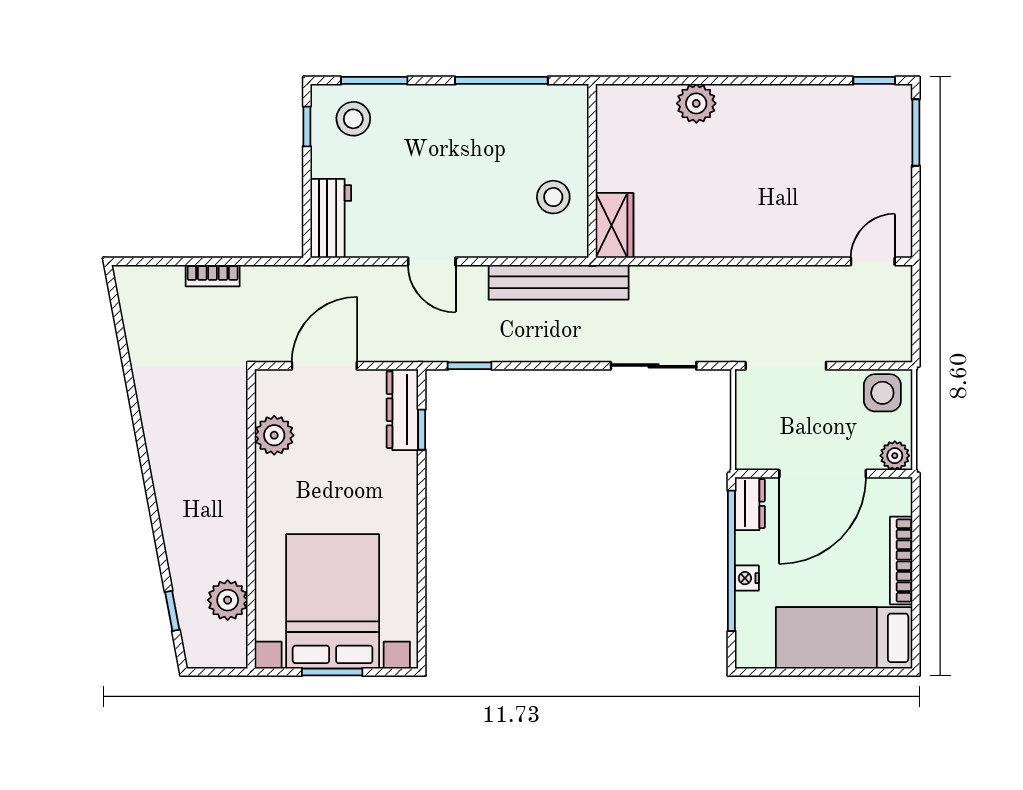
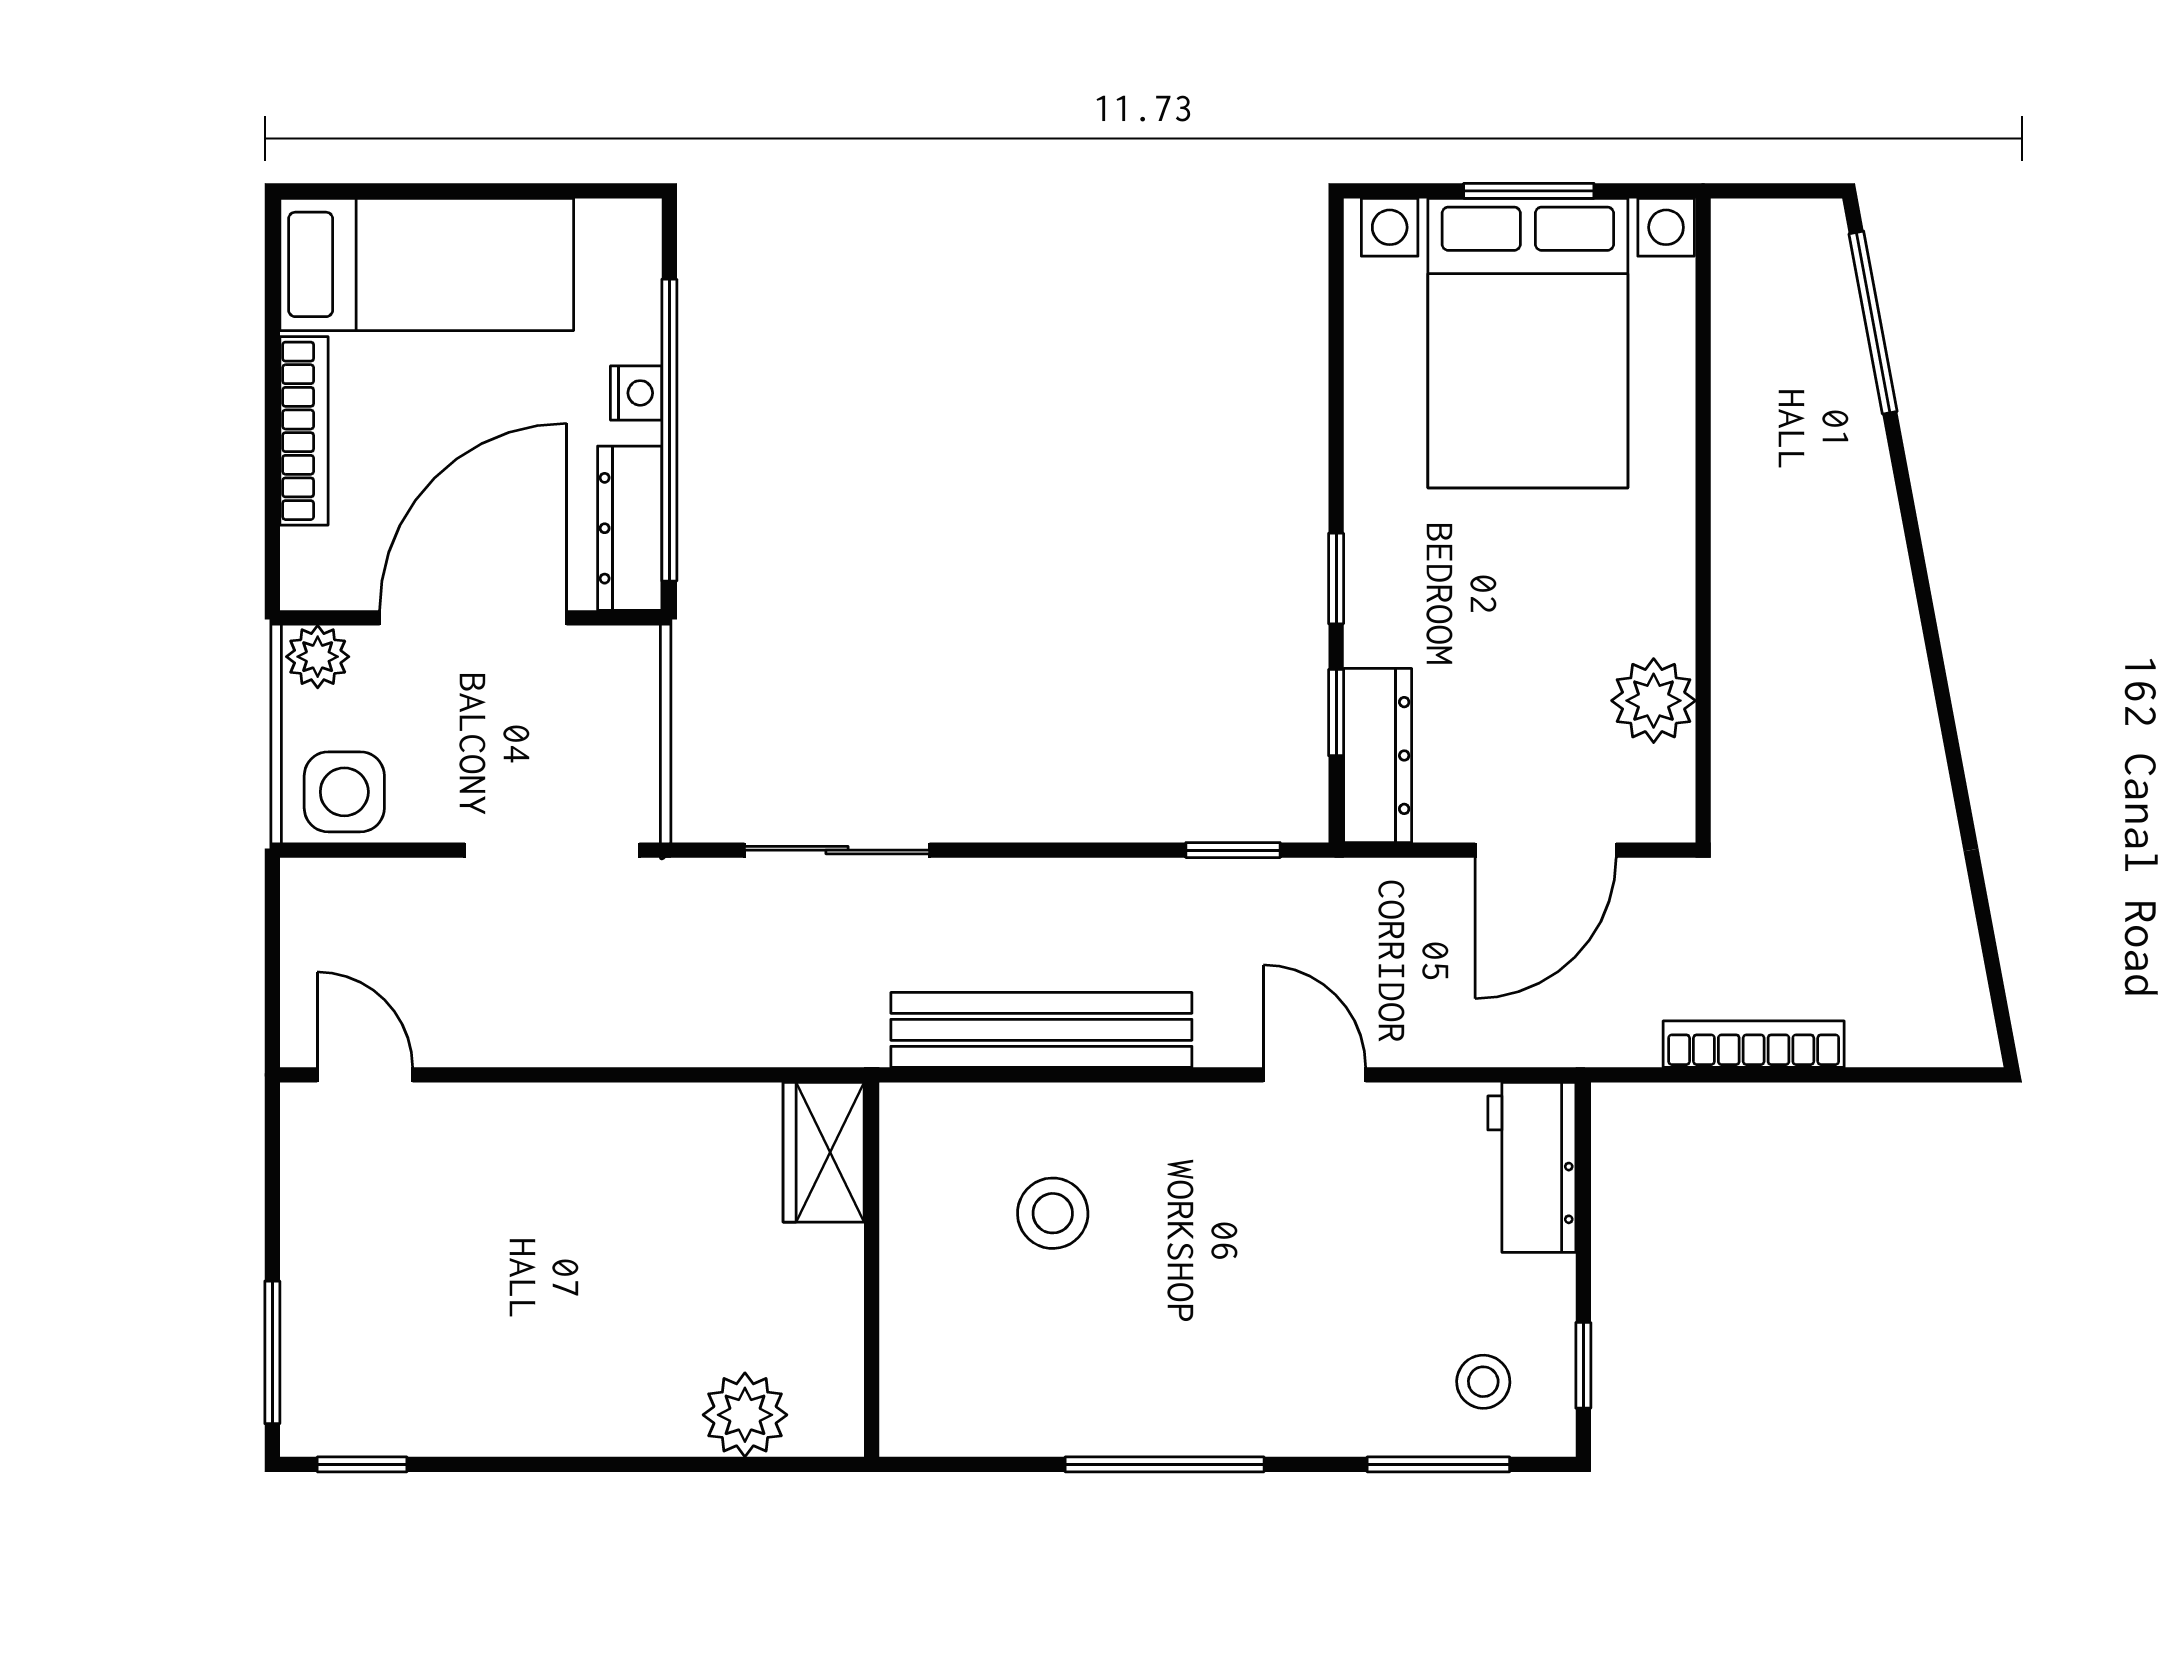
stool: (353, 119) -> (1483, 1382), width x0.73, depth x0.73
wall: (592, 171) -> (872, 1270), moved
wardrobe: (615, 225) -> (824, 1152), moved
door: (873, 261) -> (365, 1075), swing flipped
bookcase: (213, 276) -> (1754, 1044), width x1.56
window: (422, 492) -> (1336, 578), added
dresser: (750, 504) -> (630, 528), width x1.44
plant: (228, 600) -> (1754, 346), removed
window: (172, 611) -> (1873, 323), width x2.17

